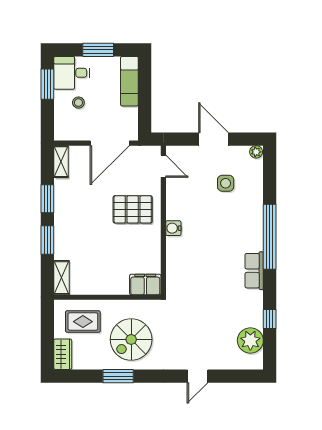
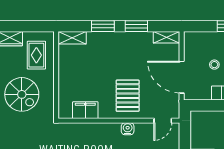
stool: (78, 103) -> (214, 65), moved
water cooler: (173, 228) -> (128, 129), moved
filing cabinet: (145, 284) -> (85, 110), moved, turned -90
spiral stairs: (131, 339) -> (22, 94), turned 180

